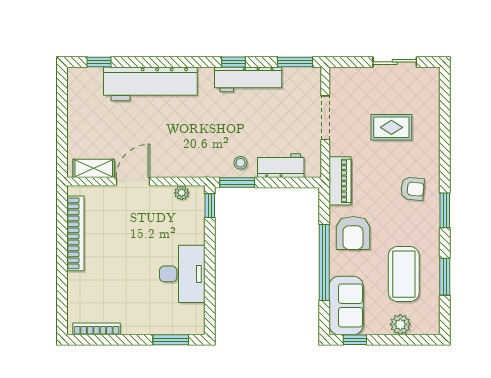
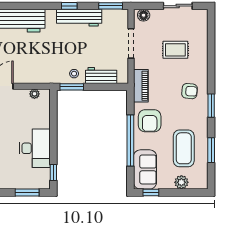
floor lamp: (344, 76) -> (144, 15), added
window: (210, 206) -> (53, 173), moved

